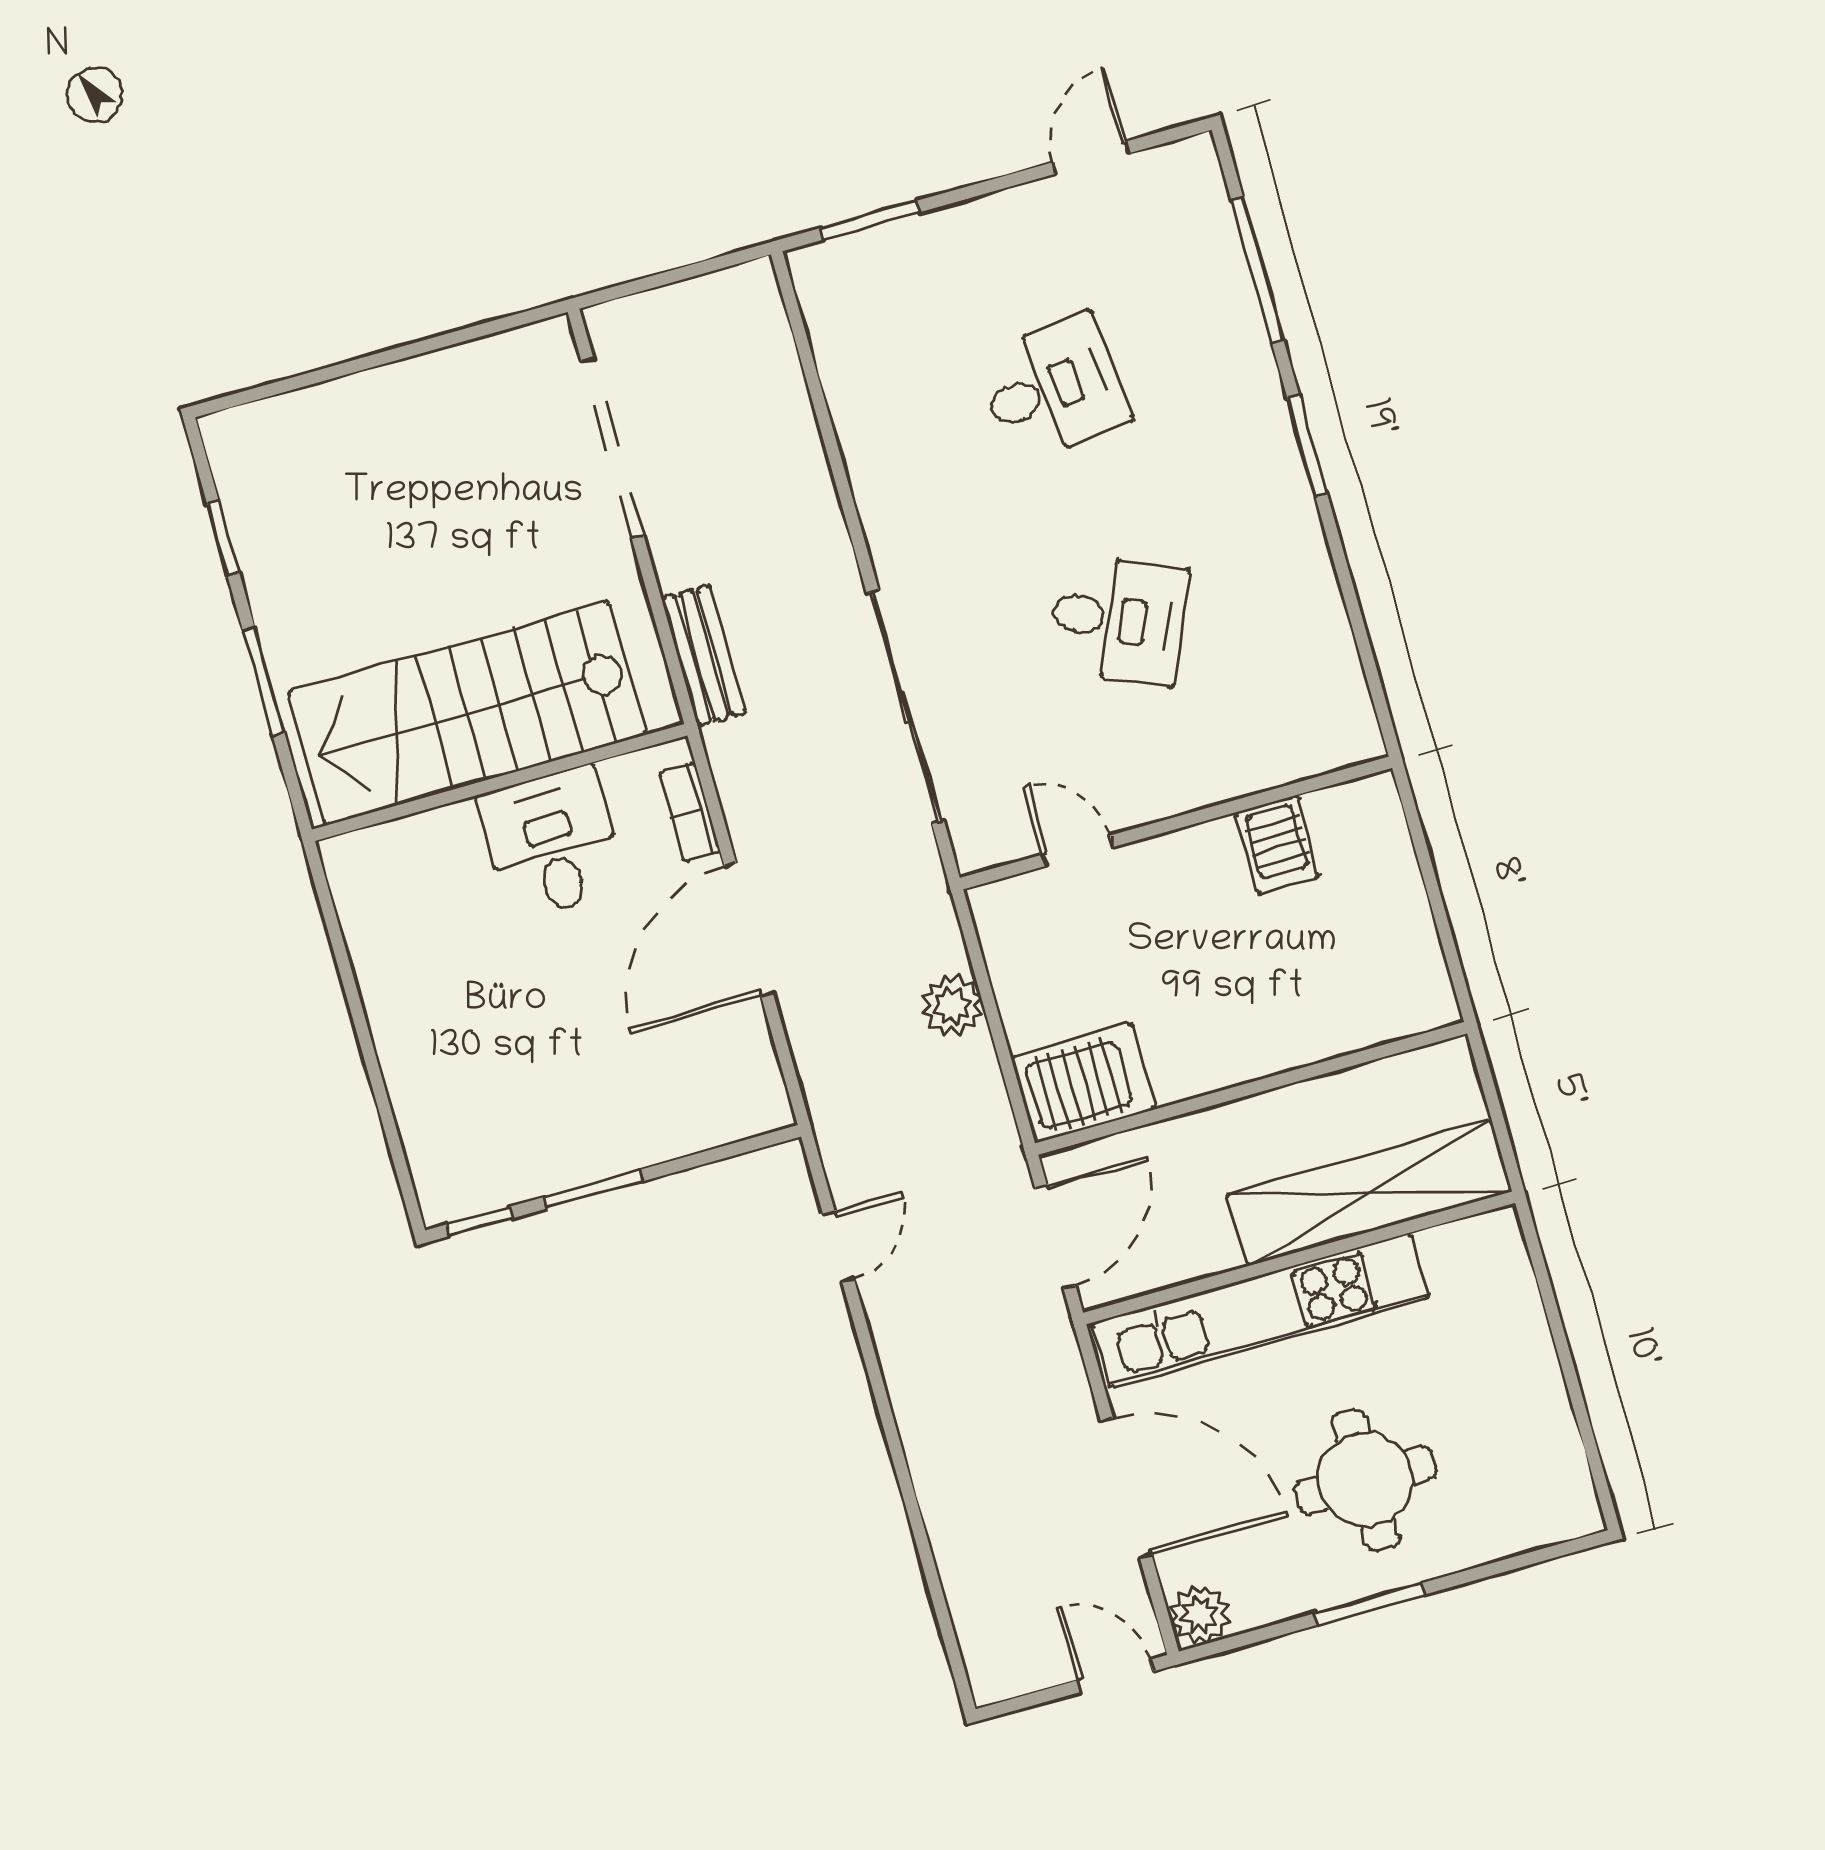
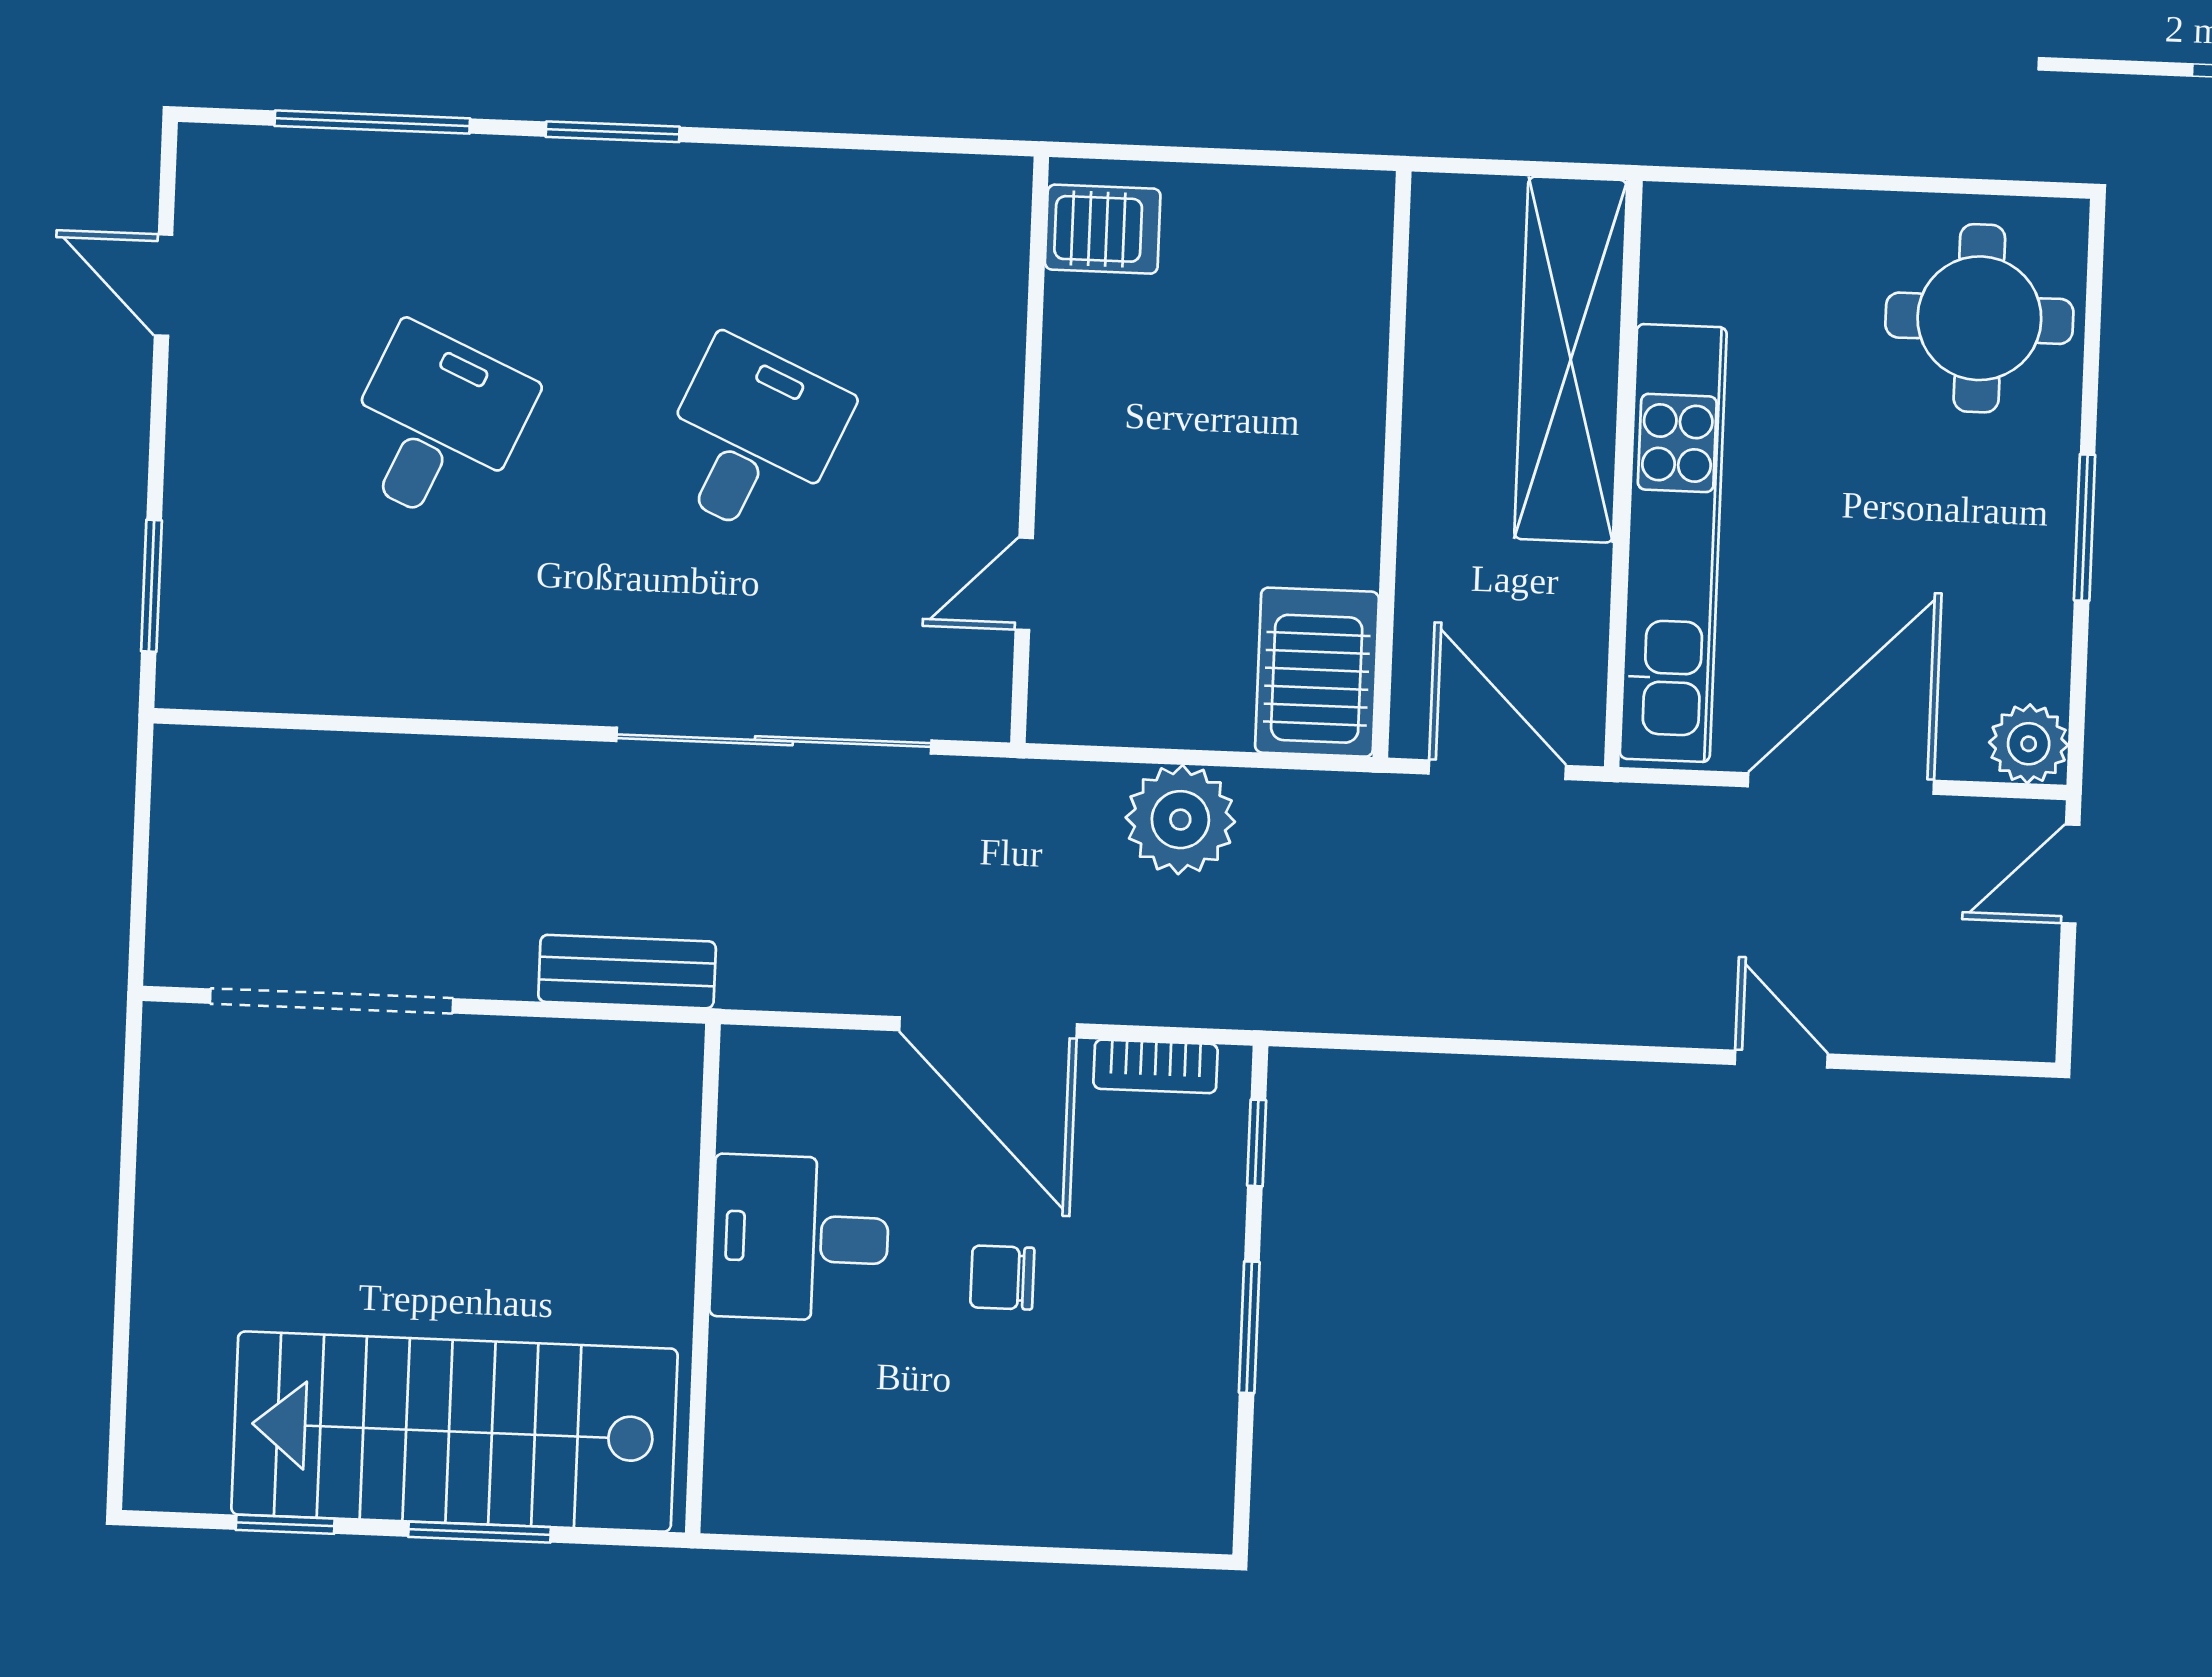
desk: (1053, 388) -> (436, 426), turned 30
stairs: (467, 713) -> (454, 1432), moved, turned 90
bookcase: (690, 812) -> (1156, 1066), moved
server rack: (1278, 845) -> (1103, 229), moved
chair: (571, 999) -> (1002, 1278), added
plant: (952, 1006) -> (1180, 820), width x1.36, depth x1.36
window: (479, 1221) -> (1257, 1143), moved
door: (838, 1246) -> (1781, 1059), moved
round table: (1366, 1480) -> (1979, 318), moved

